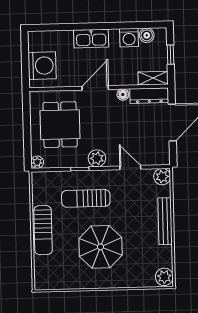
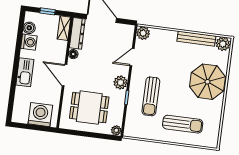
bench: (165, 221) -> (196, 39), moved
sun lounger: (43, 230) -> (183, 124), moved
parasol: (101, 247) -> (207, 82), moved

